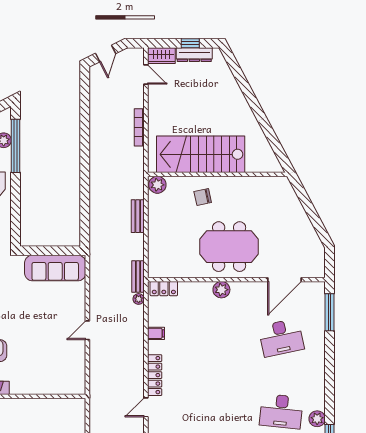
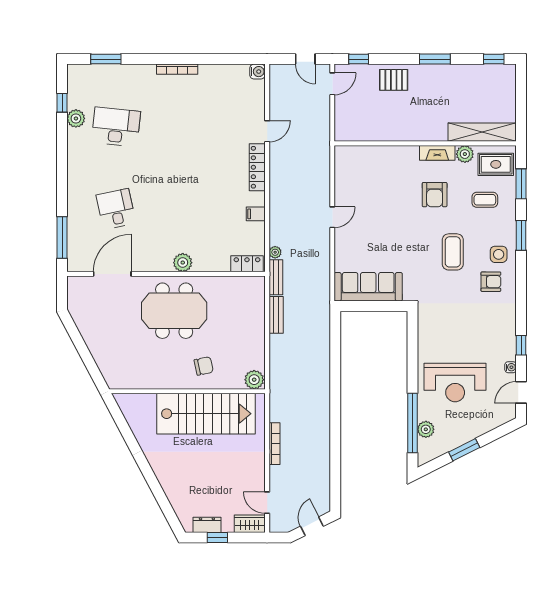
dresser: (194, 55) -> (207, 525), width x0.70
bench: (138, 216) -> (276, 315), moved
desk: (281, 338) -> (116, 209), width x0.73

